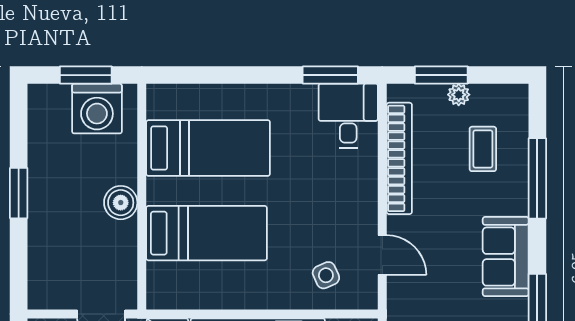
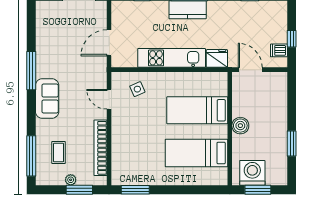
desk: (348, 116) -> (126, 169), removed
window: (537, 178) -> (31, 156), moved
window: (19, 193) -> (292, 143), moved

